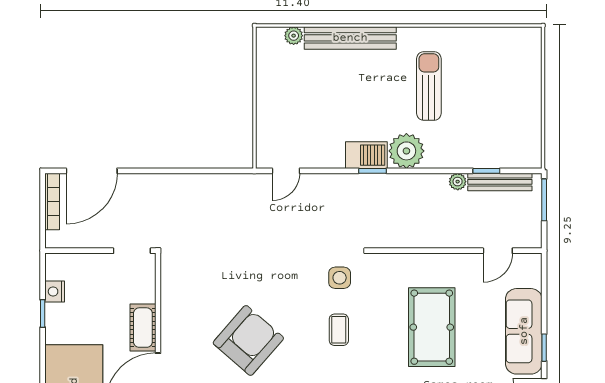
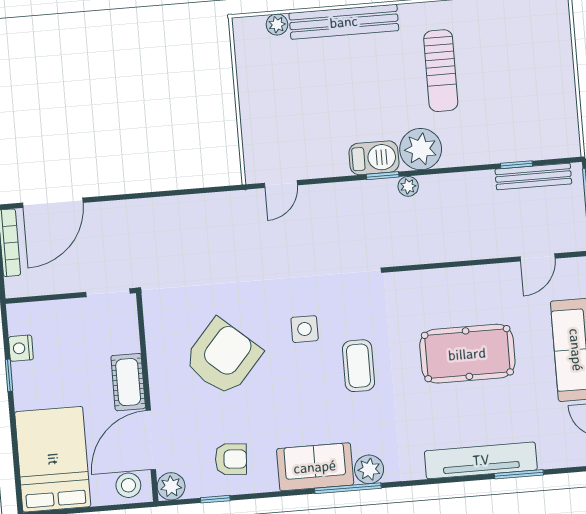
sun lounger: (429, 86) -> (441, 71), turned 180
plant: (458, 182) -> (408, 186), moved
side table: (340, 278) -> (305, 329), moved
pool table: (432, 327) -> (467, 354), turned 90
coffee table: (339, 330) -> (358, 366), width x1.36, depth x1.30
armchair: (248, 340) -> (223, 357), moved

